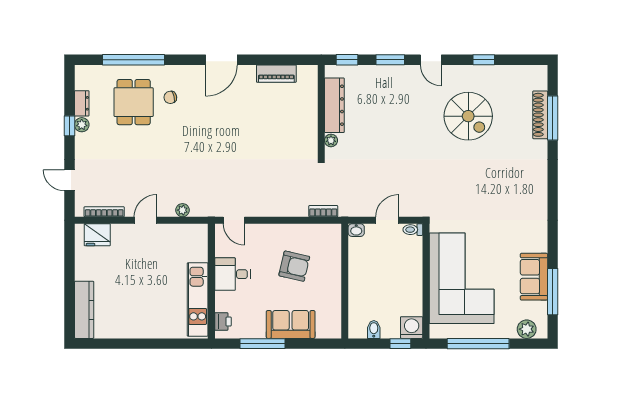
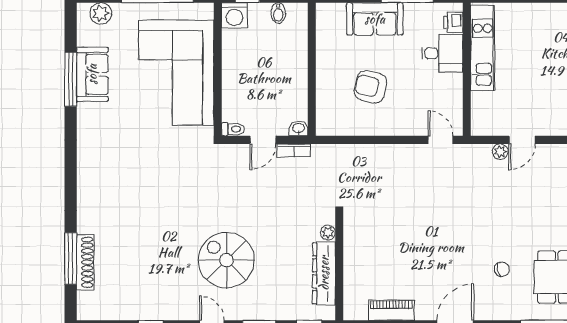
chair: (170, 97) -> (502, 269), moved
spiral stairs: (468, 116) -> (226, 260), moved
bookcase: (323, 211) -> (294, 150), moved
door: (145, 220) -> (522, 140), moved
desk: (232, 274) -> (442, 53), moved
window: (553, 292) -> (71, 79), moved

